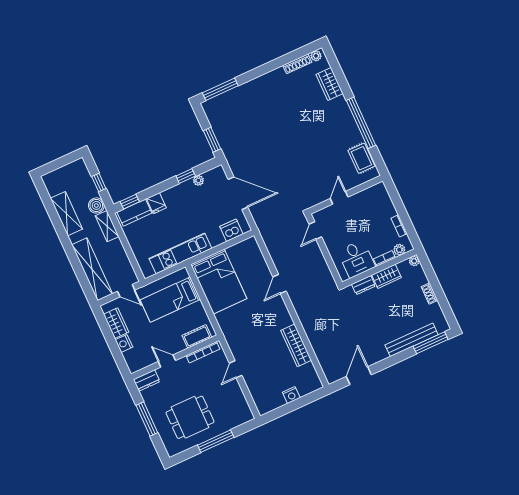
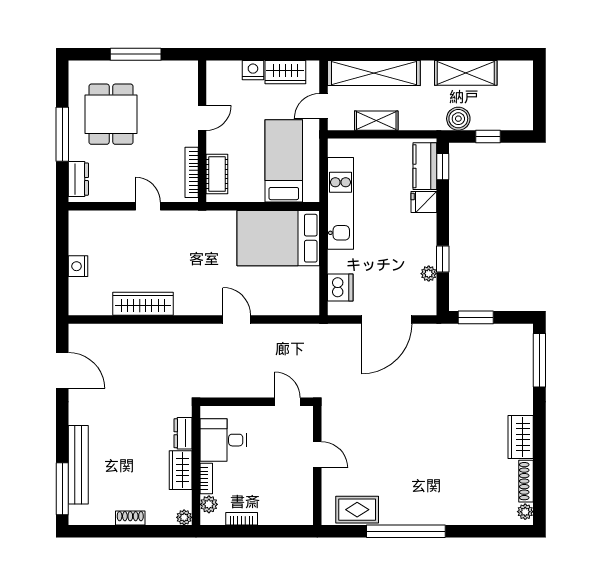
wardrobe: (329, 84) -> (521, 437), moved, turned -90
shelving: (107, 226) -> (376, 121), moved
dresser: (147, 381) -> (78, 179), moved, turned 180

